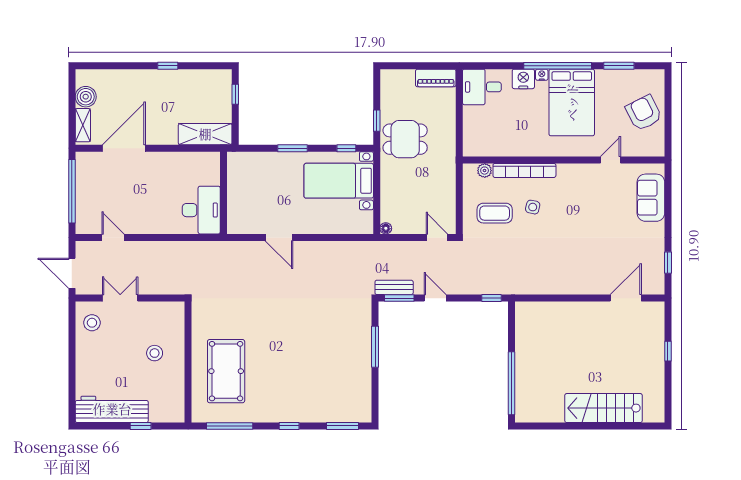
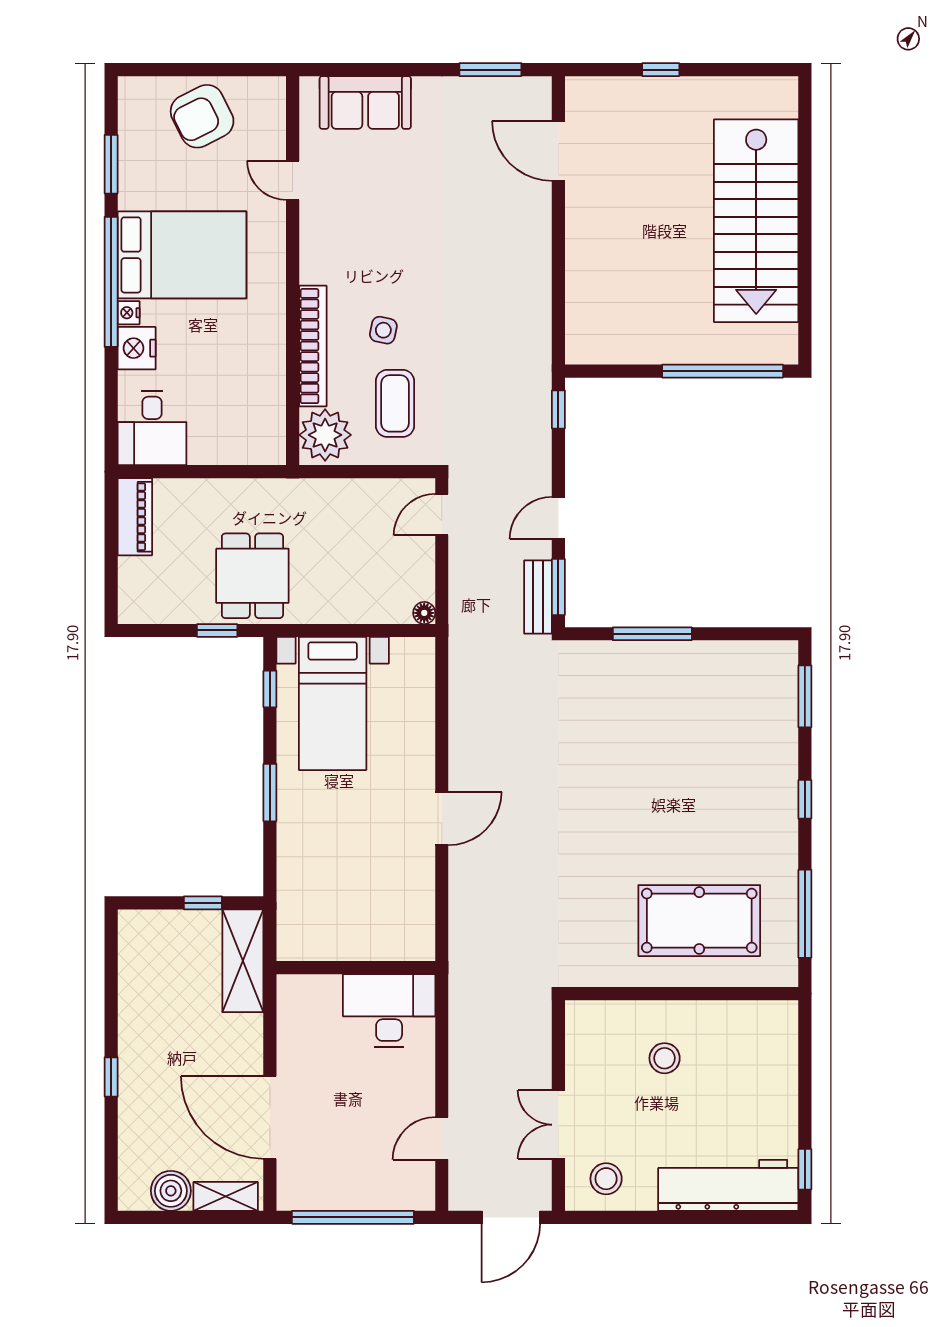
window: (168, 66) -> (111, 1077), moved
window: (235, 94) -> (203, 903), moved
plant: (485, 171) -> (325, 435), width x1.87, depth x1.87
wall: (223, 193) -> (356, 968), moved
desk: (201, 210) -> (389, 1010), moved
window: (668, 263) -> (490, 70), width x1.50
stairs: (604, 408) -> (756, 221), width x1.36, depth x1.51
workbench: (112, 409) -> (728, 1185), moved, turned 90
window: (141, 426) -> (805, 1169), moved

